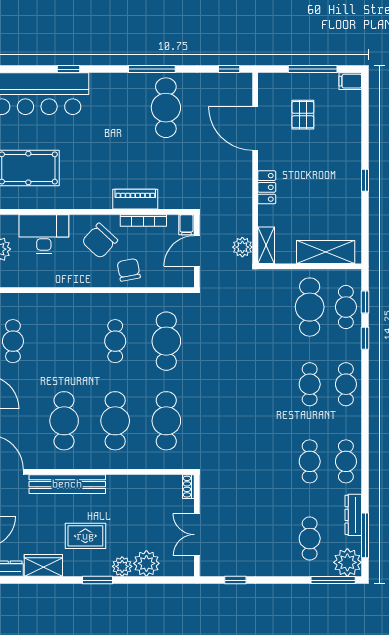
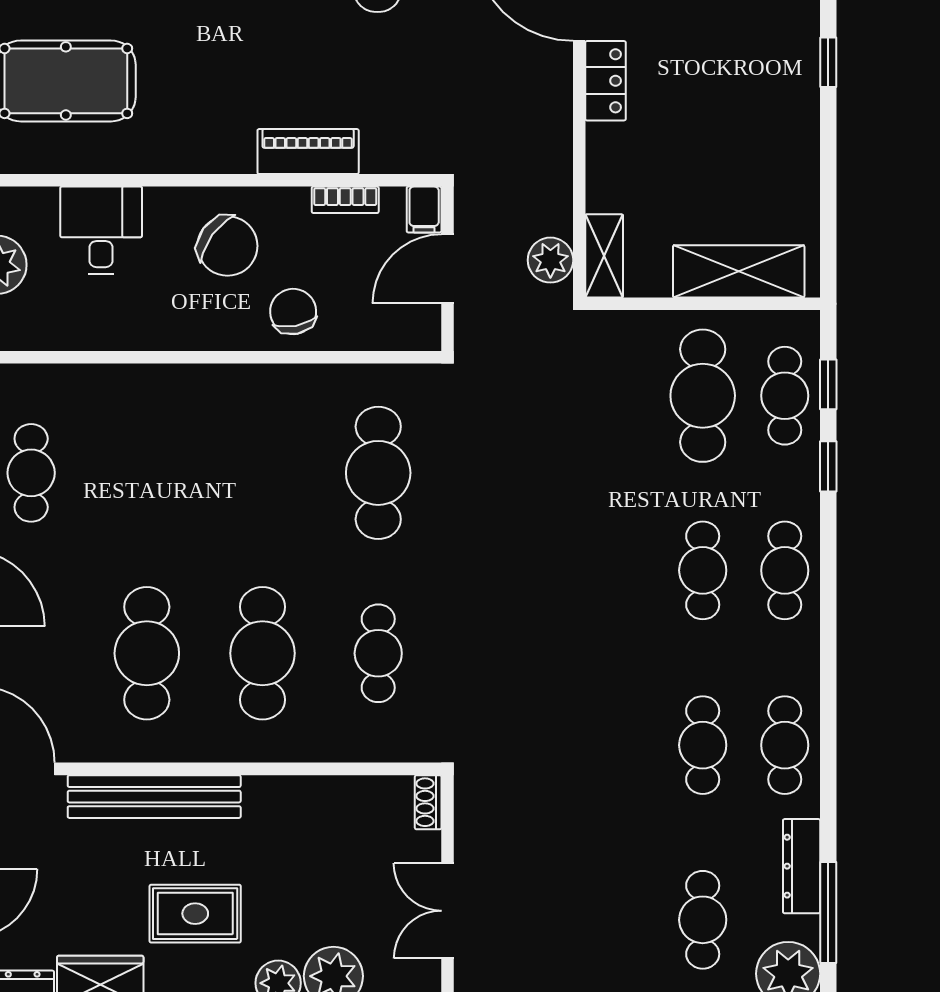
window: (365, 180) -> (828, 62), moved
locker: (267, 187) -> (605, 81), moved
bookcase: (143, 220) -> (345, 200), width x0.64
desk: (44, 234) -> (101, 230), width x0.73
chair: (100, 241) -> (227, 246), turned -97
cafe table: (115, 341) -> (262, 473), removed
cafe table: (166, 421) -> (378, 653), width x0.73, depth x0.74

